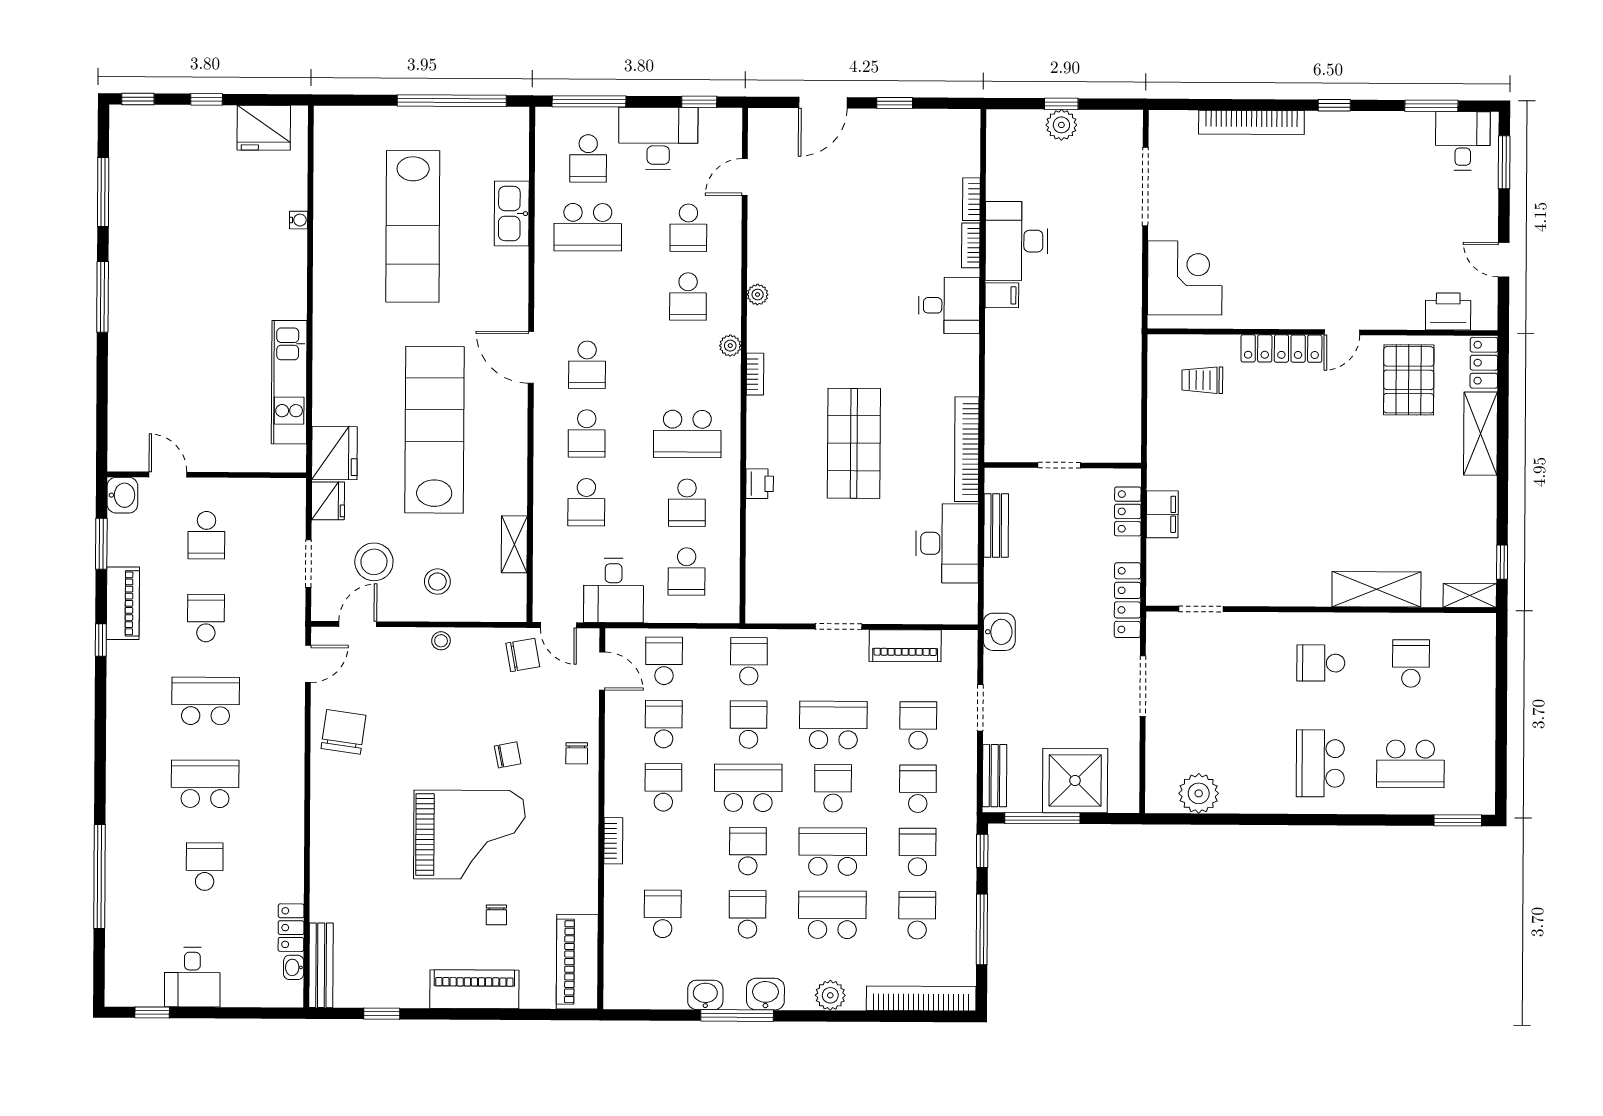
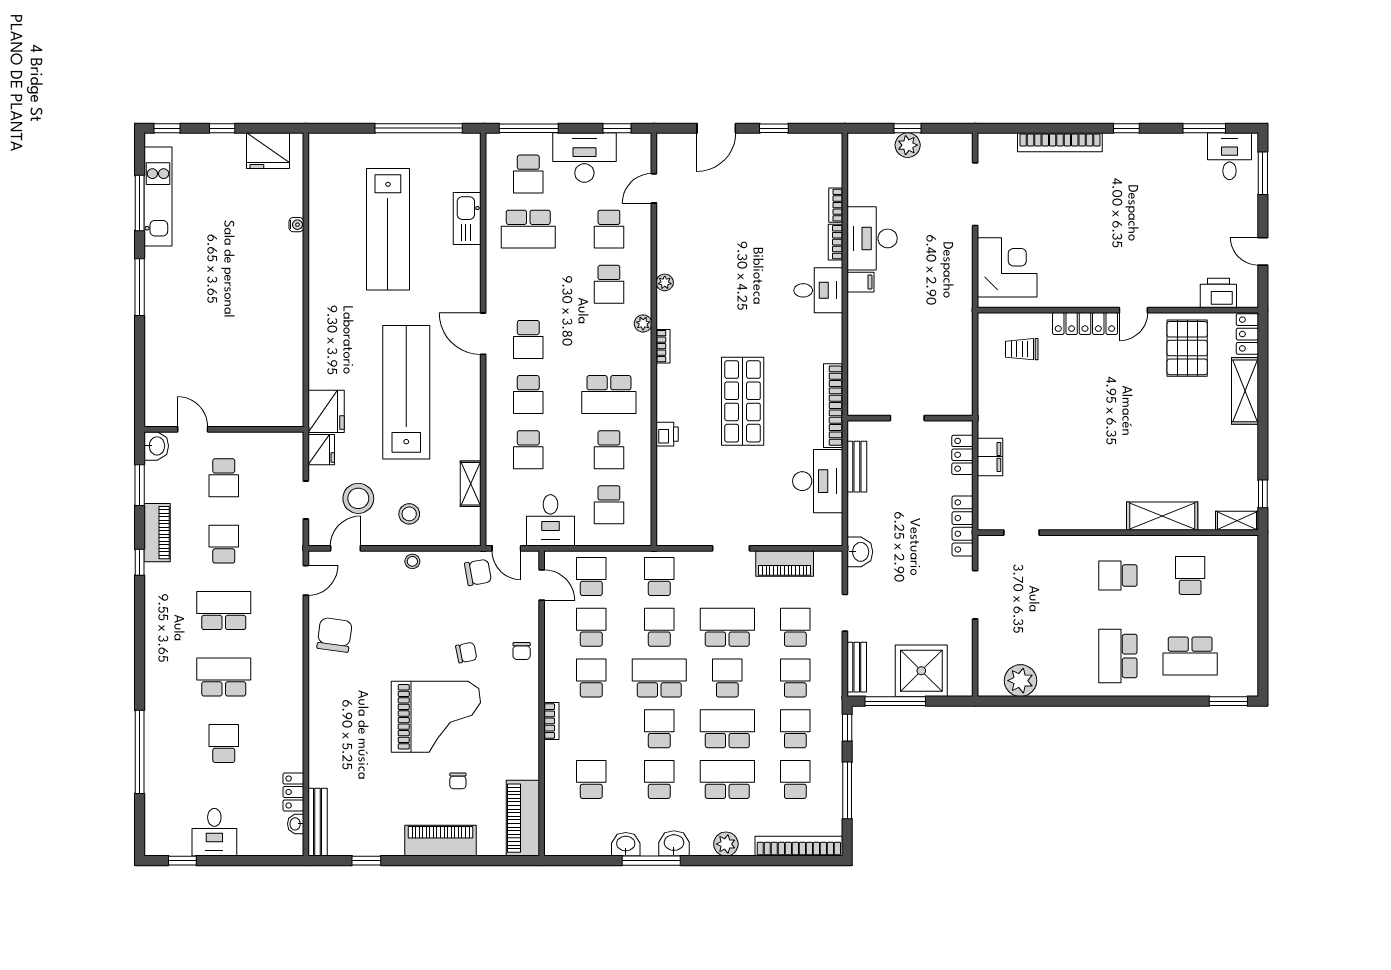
kitchen unit: (289, 382) -> (158, 196), moved, turned 180

